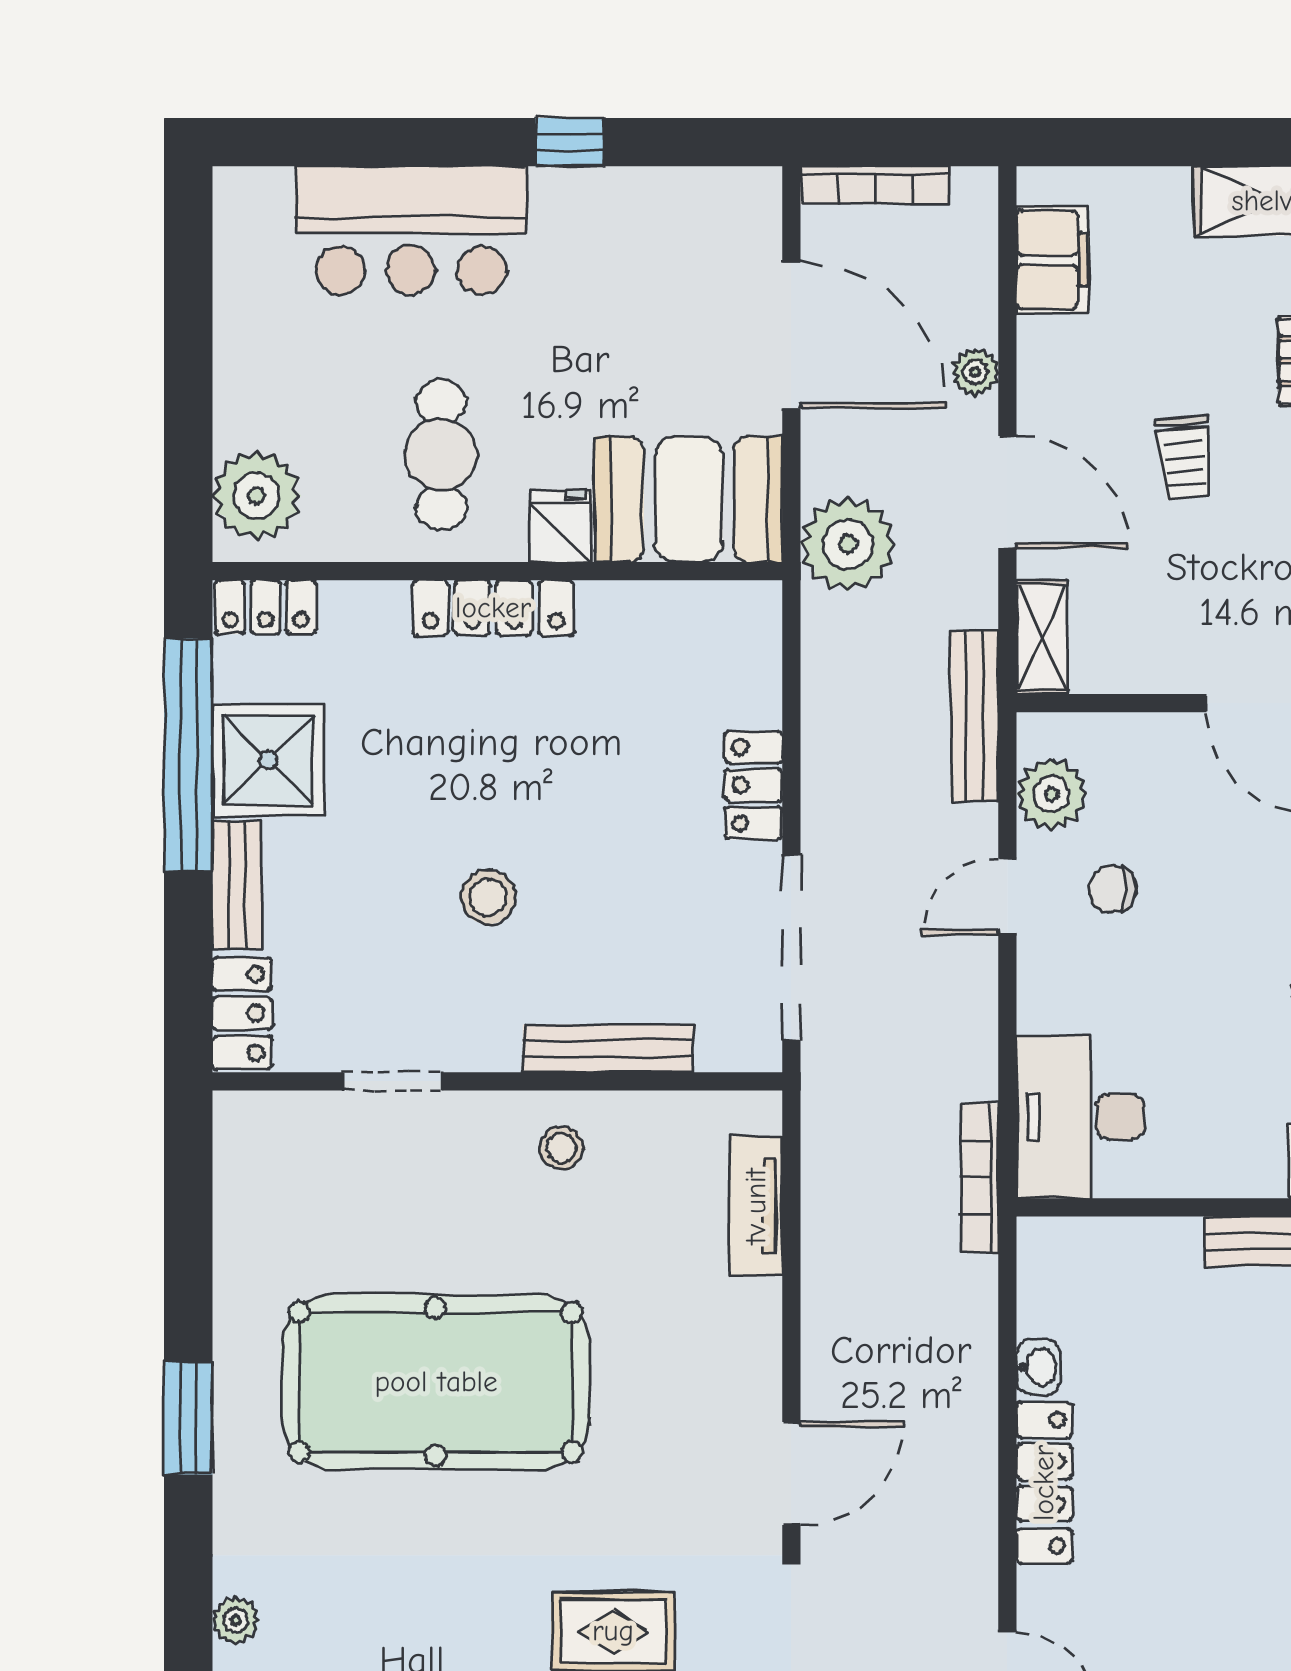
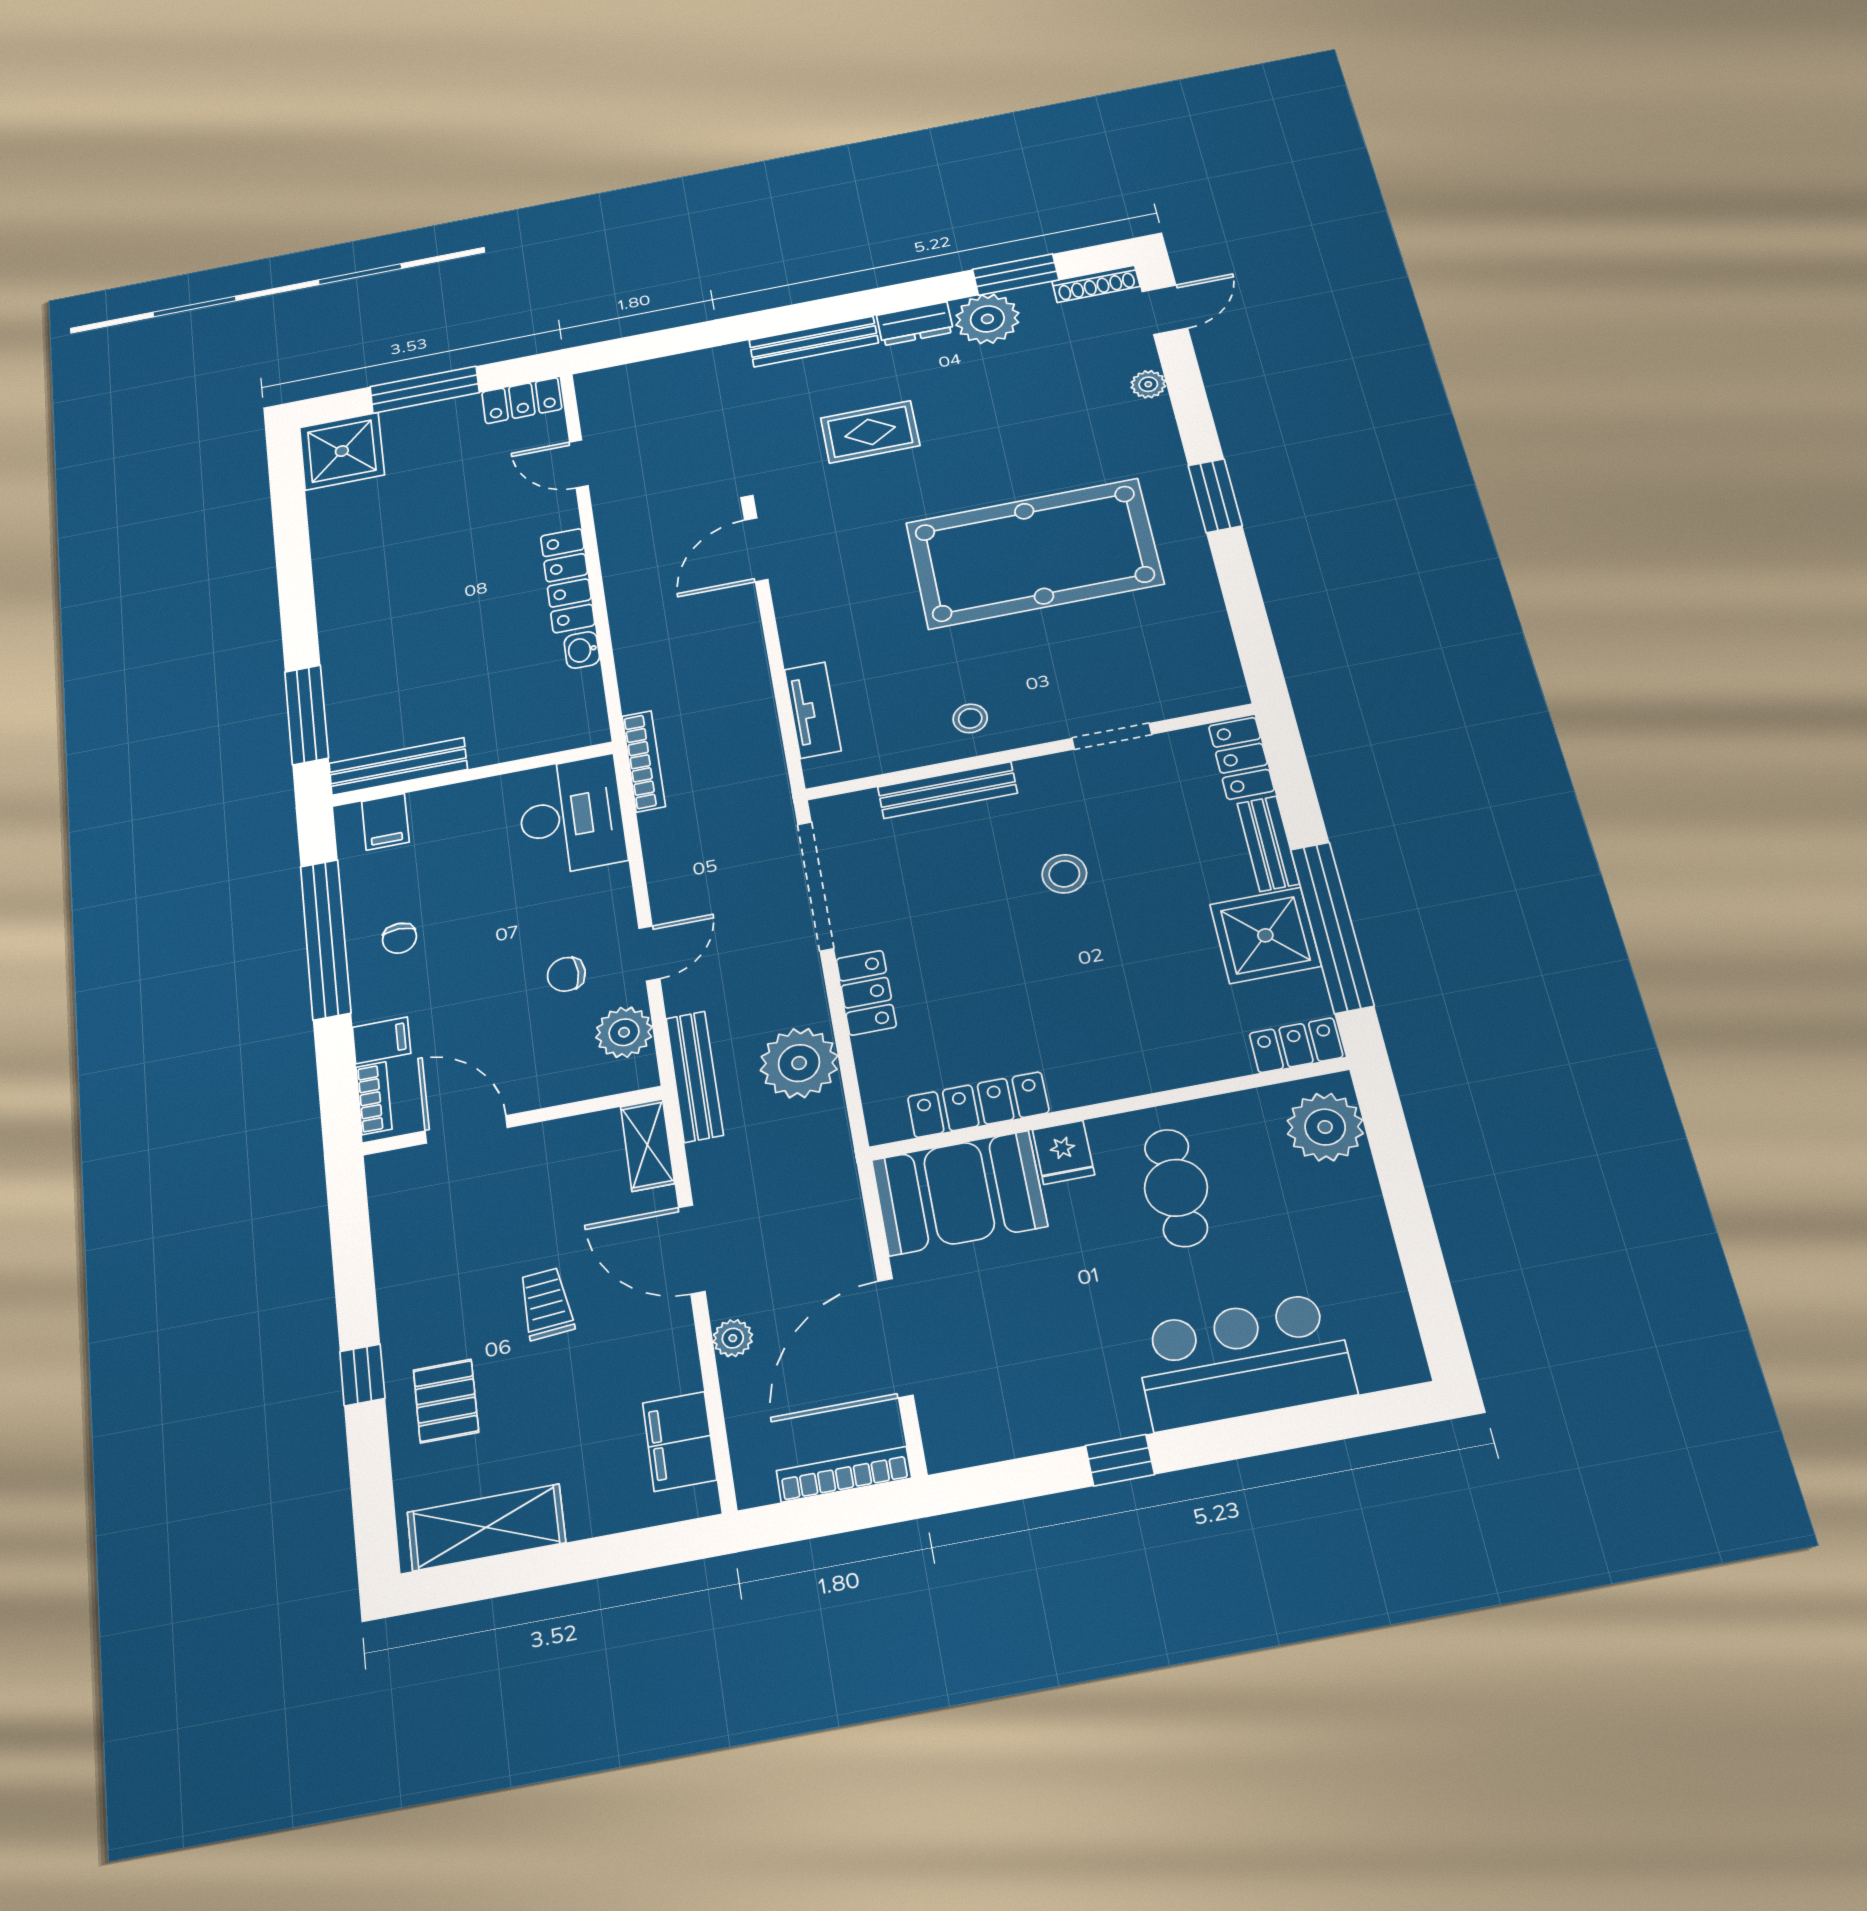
door: (791, 335) -> (895, 1338), hinge flipped
plant: (848, 544) -> (799, 1063), moved
locker: (493, 608) -> (978, 1105), moved
chair: (1112, 889) -> (566, 974), turned 180

